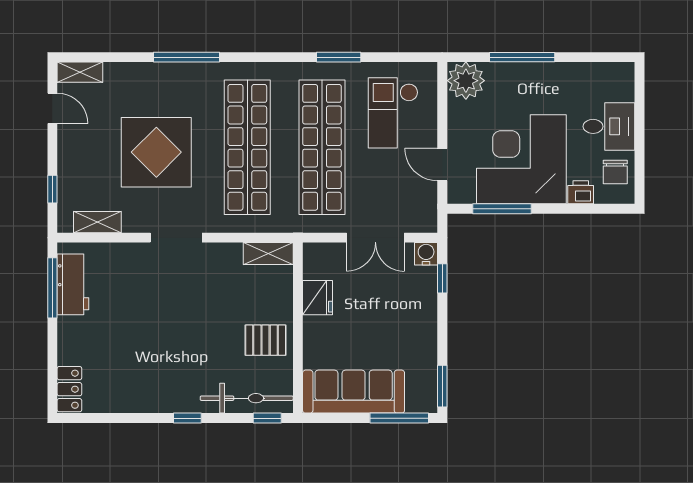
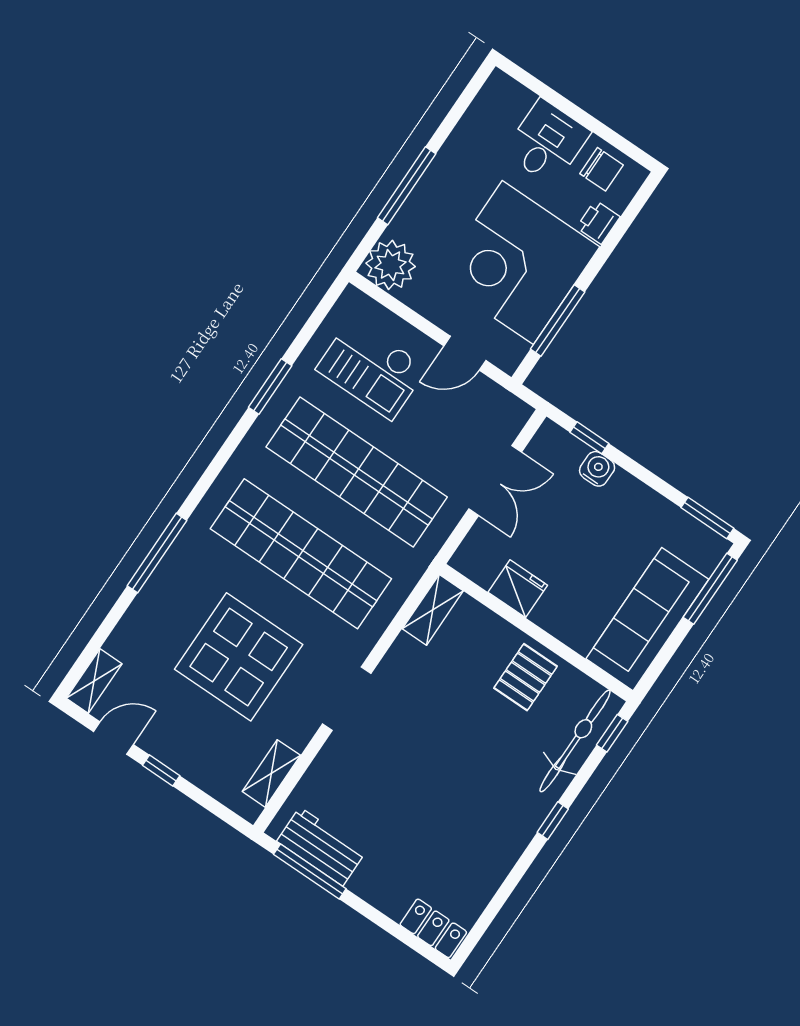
window: (52, 189) -> (161, 770), moved
water cooler: (426, 254) -> (597, 469), moved, turned 90

